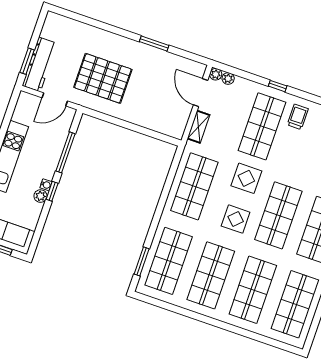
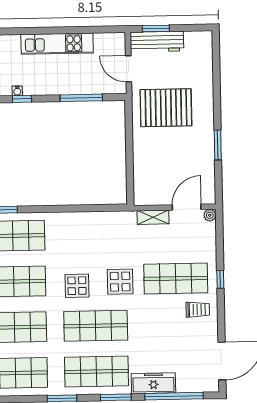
pallet: (103, 78) -> (166, 108), turned 90
plant: (228, 79) -> (210, 229), removed
water cooler: (46, 185) -> (17, 91), moved
shop shelf: (194, 186) -> (94, 234), removed
window: (52, 191) -> (22, 99), moved
plant: (40, 196) -> (30, 89), removed

